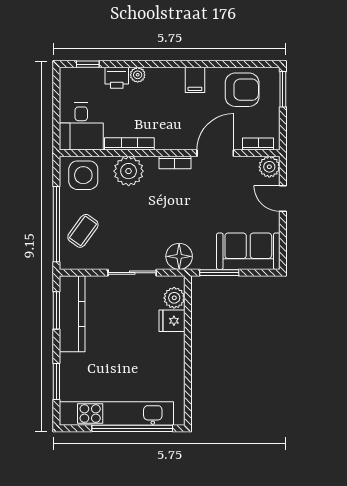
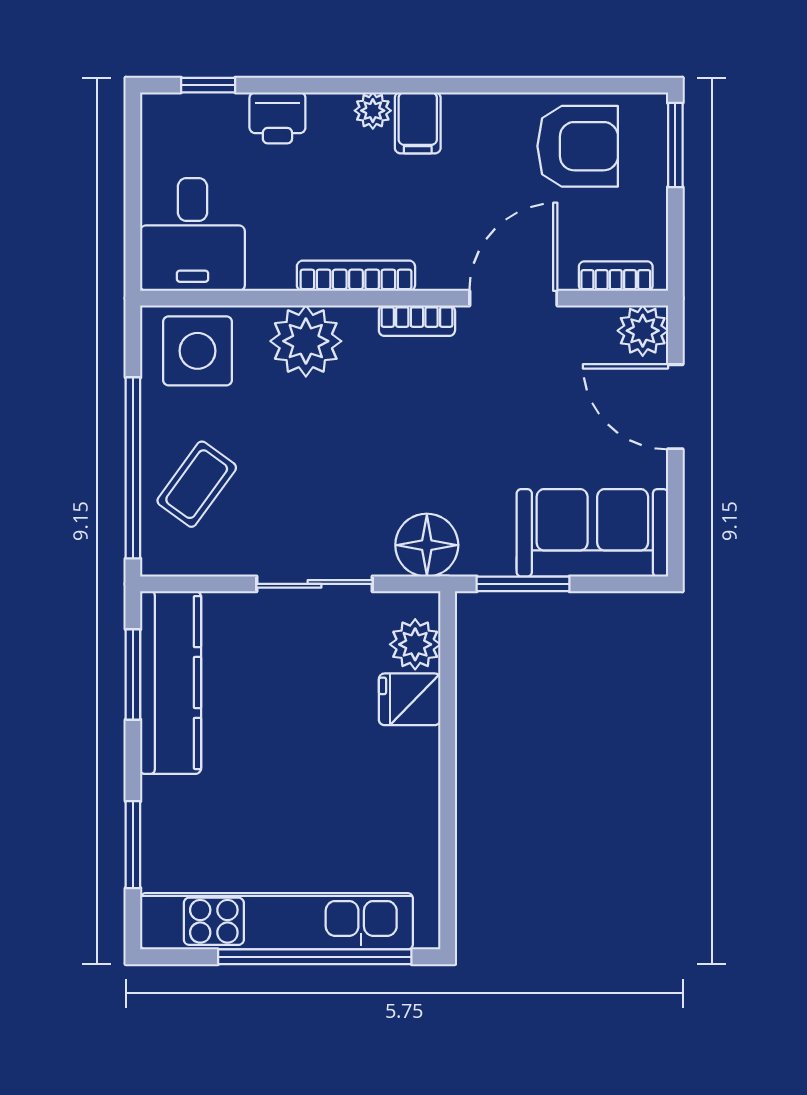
plant: (138, 75) -> (373, 111), moved
filing cabinet: (195, 80) -> (418, 123), moved
bookcase: (129, 144) -> (356, 276), moved
door: (283, 199) -> (675, 407), width x1.38

